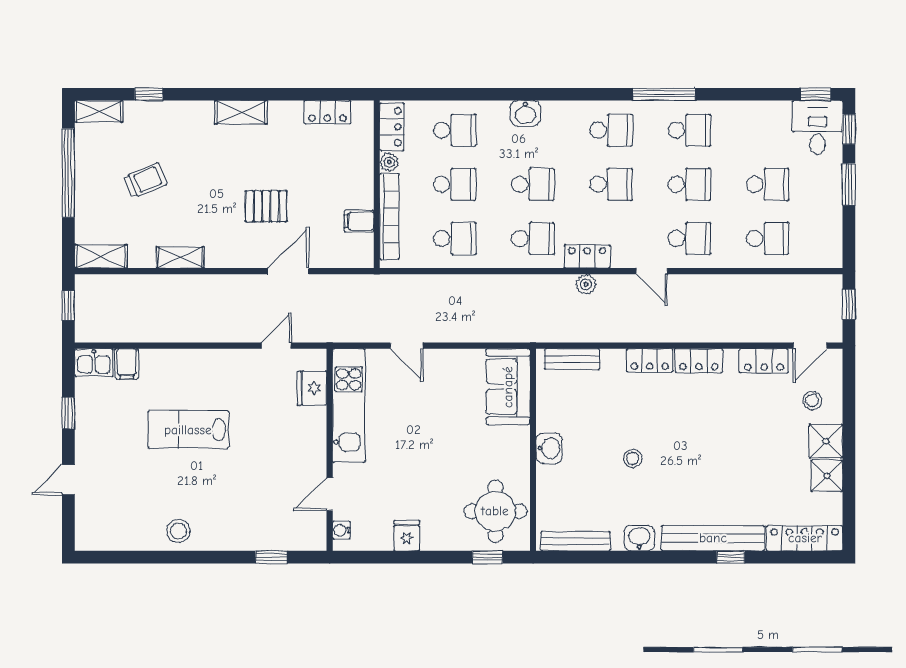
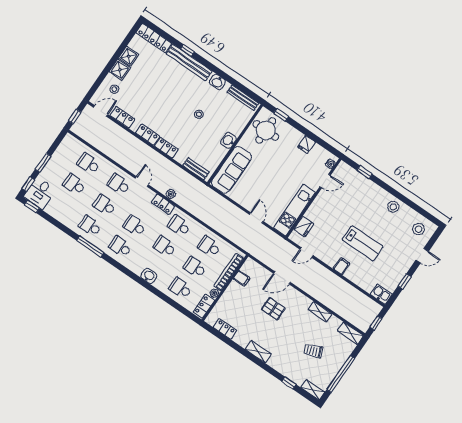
filing cabinet: (127, 364) -> (342, 266), moved
sofa: (508, 387) -> (232, 170), width x1.36
stool: (107, 522) -> (419, 229), added

